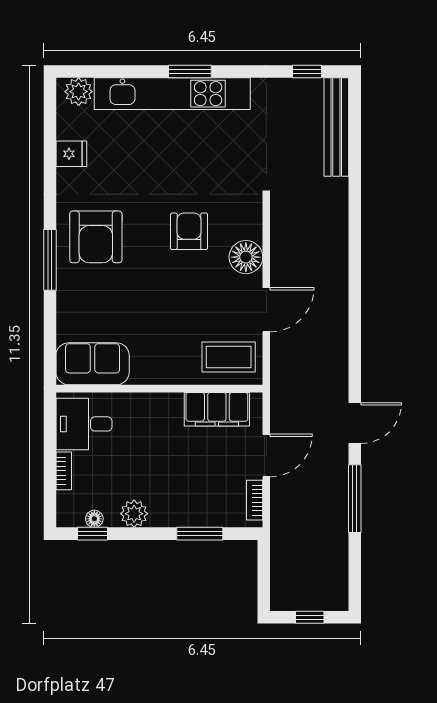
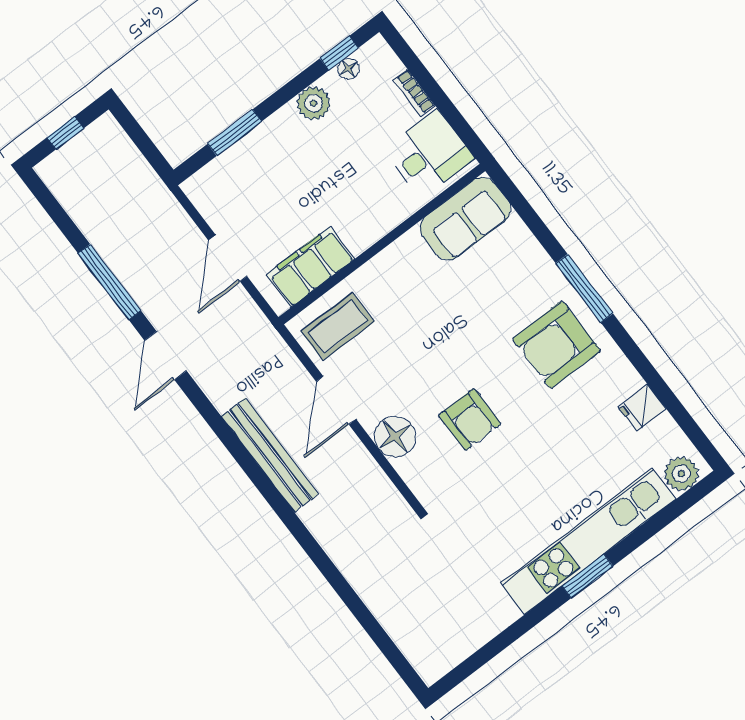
window: (307, 71) -> (473, 663), removed
bench: (336, 127) -> (270, 455), moved
armchair: (96, 237) -> (556, 345), turned -90
bookcase: (255, 500) -> (206, 206), removed

